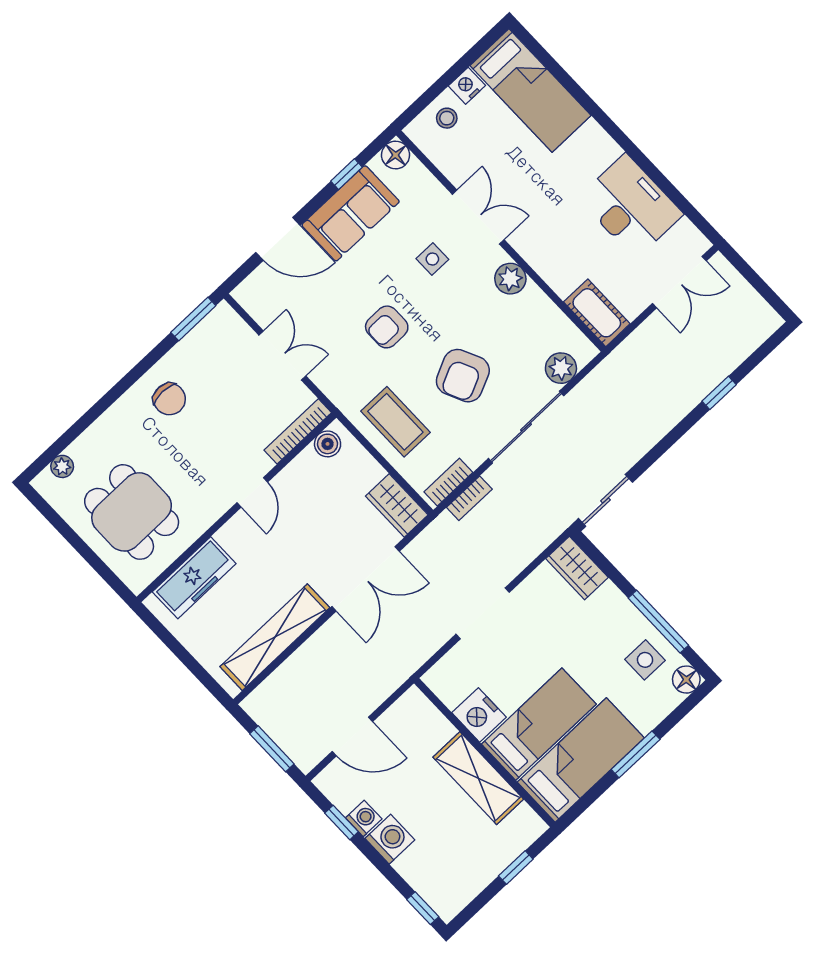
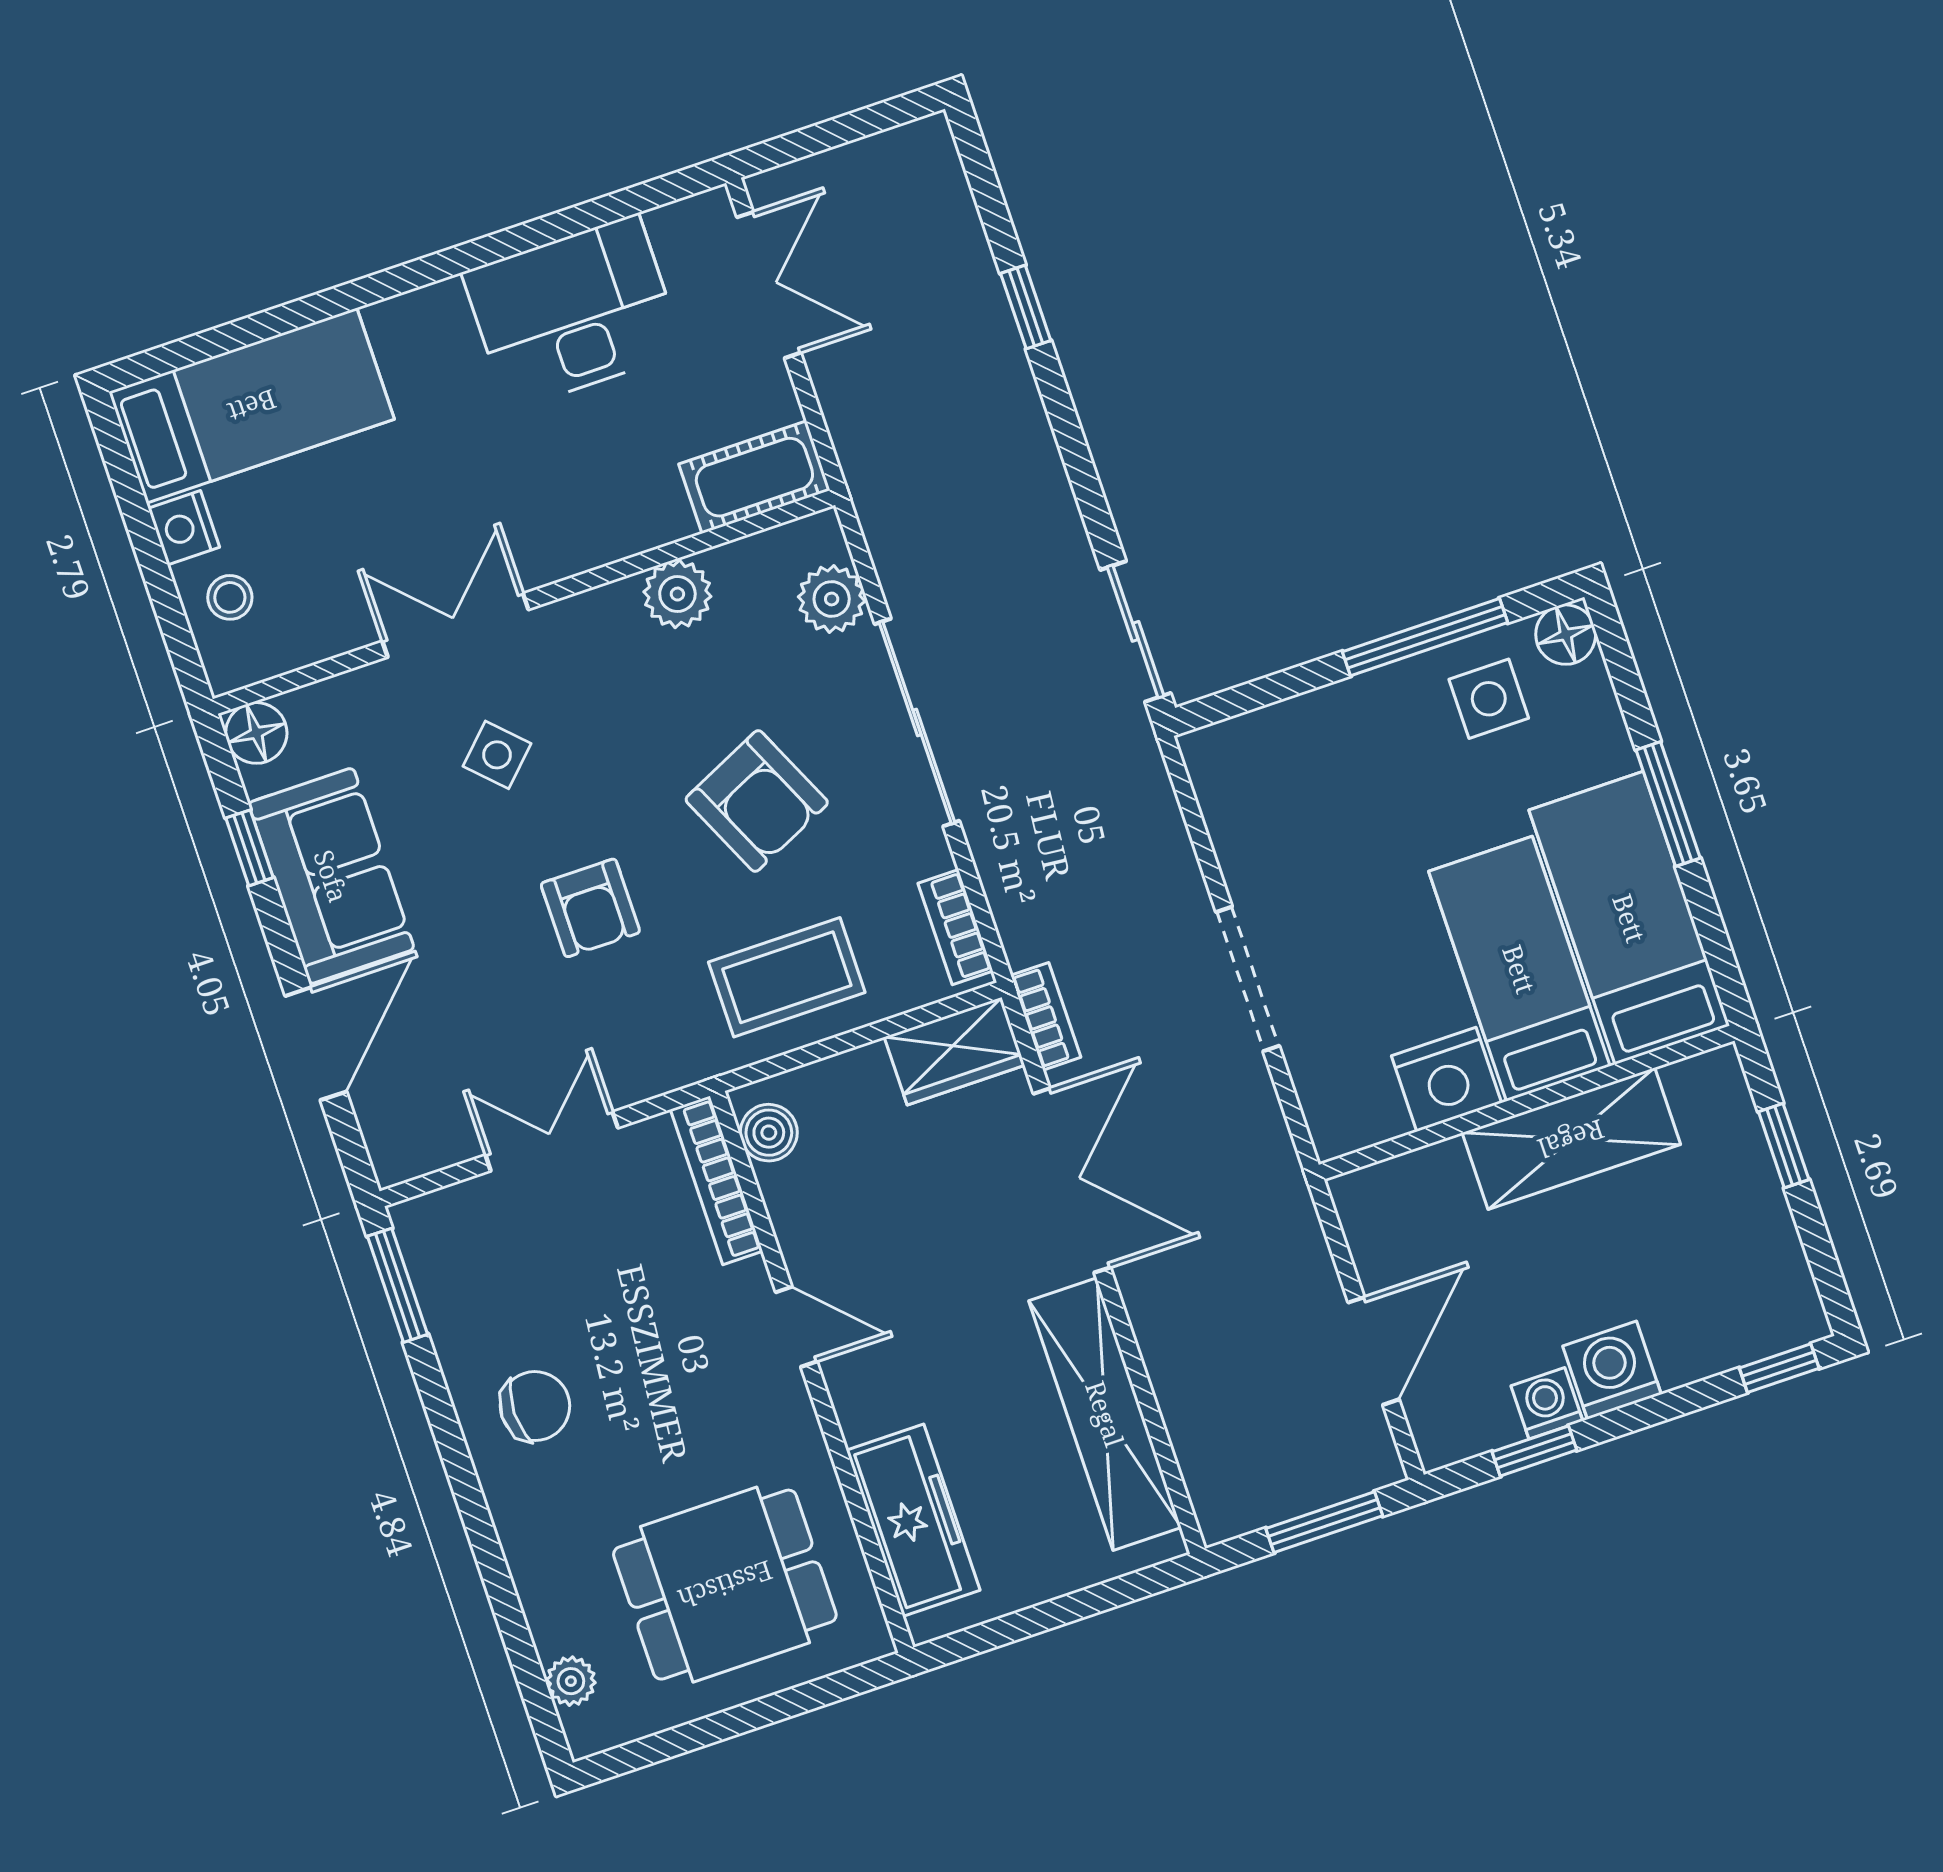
side table: (432, 259) -> (497, 755), turned 45
plant: (510, 279) -> (677, 594), moved
bookcase: (469, 498) -> (1046, 1016), moved
wardrobe: (577, 568) -> (1244, 750), removed

